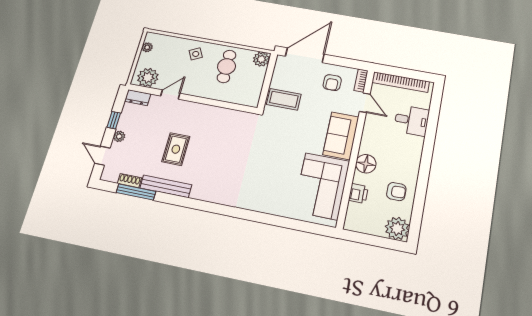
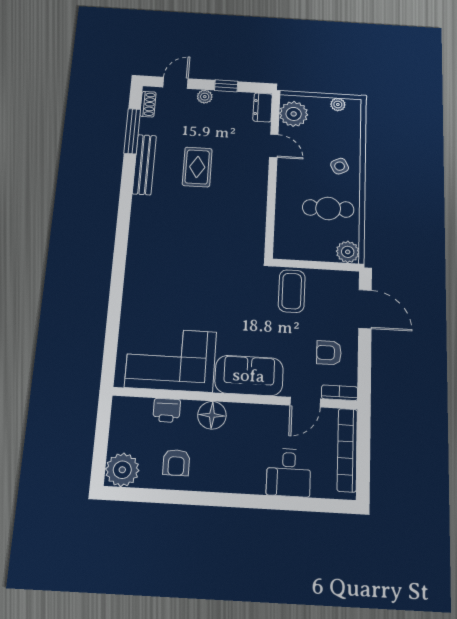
door: (305, 55) -> (365, 309), width x0.73
rug: (176, 149) -> (197, 167), turned 90
shoe rack: (129, 181) -> (148, 104), moved

